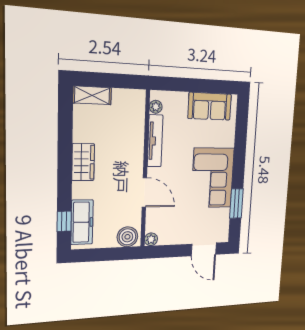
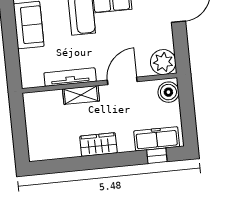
shelving: (92, 95) -> (81, 95), moved, turned 90
plant: (156, 107) -> (37, 81), removed
plant: (151, 239) -> (163, 62), width x1.88, depth x1.88

